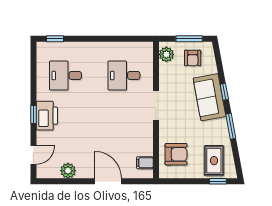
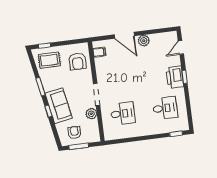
plant: (166, 54) -> (91, 114), moved
armchair: (176, 154) -> (77, 61), turned -90
rug: (214, 161) -> (49, 60), turned 90
plant: (68, 171) -> (144, 41), moved

